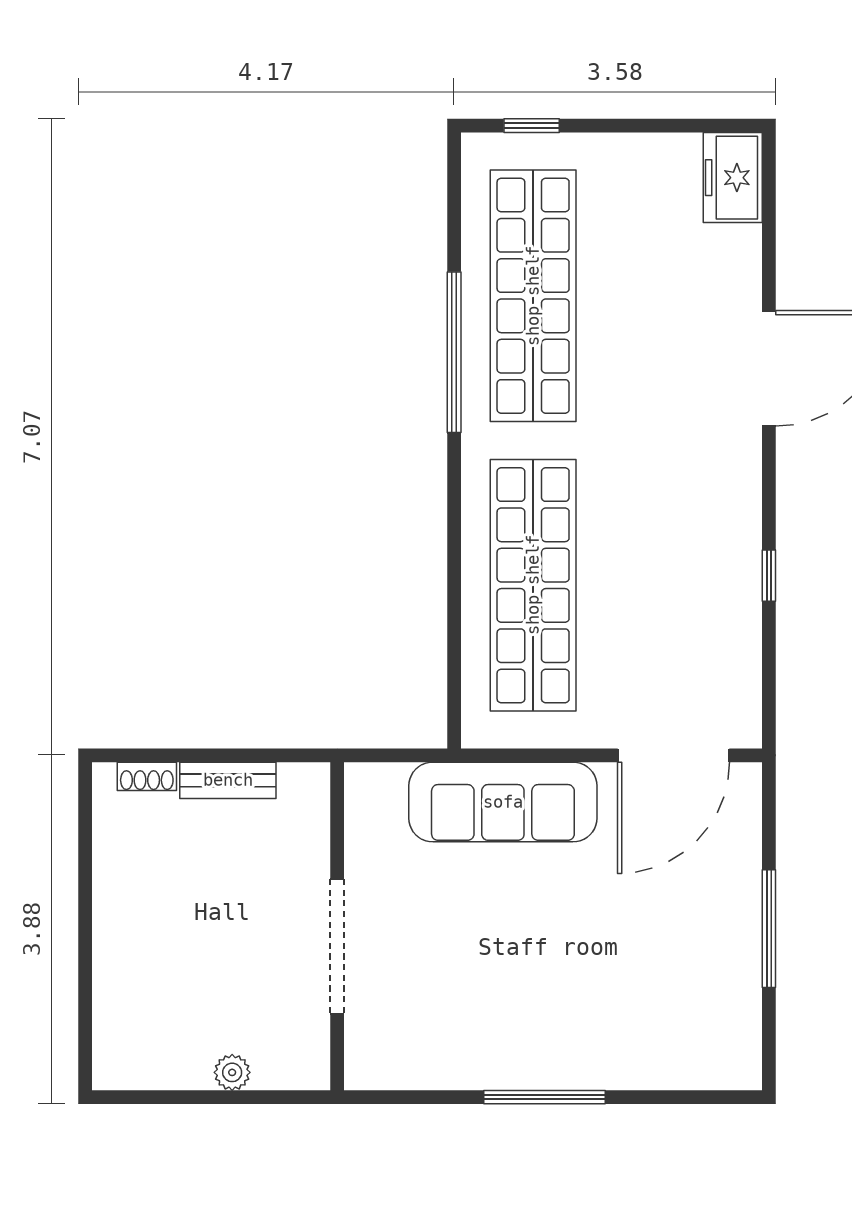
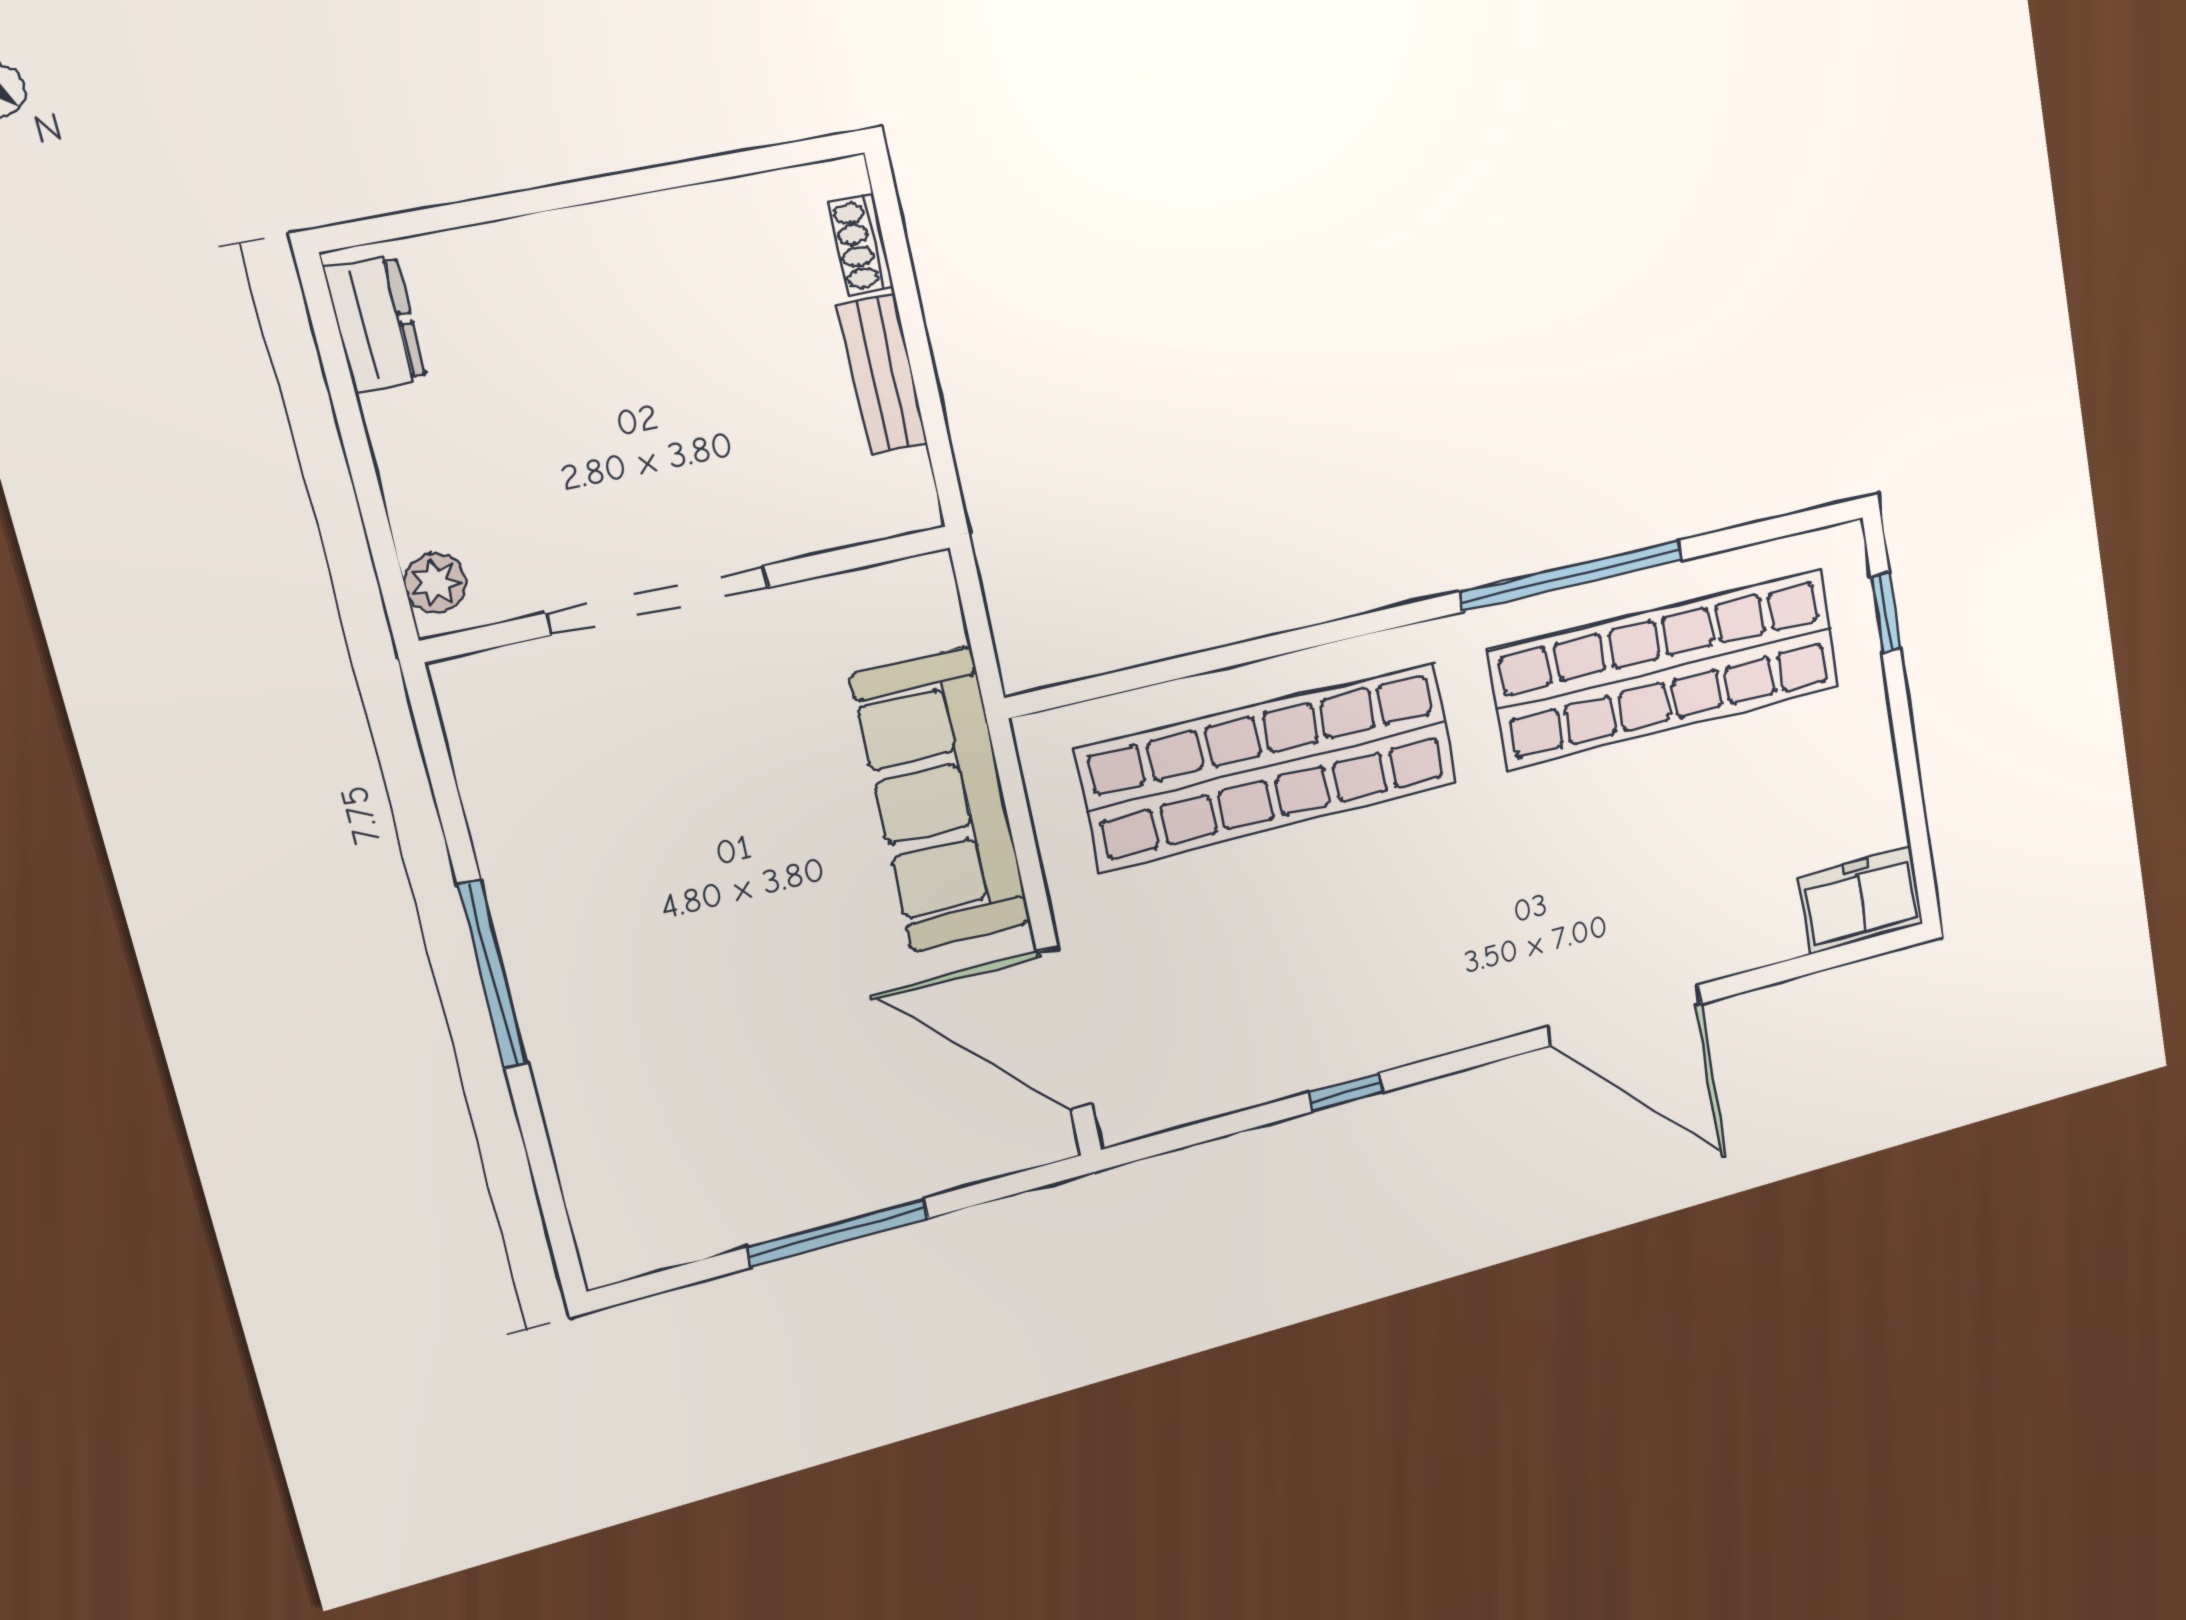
dresser: (139, 1069) -> (375, 324), added
plant: (232, 1072) -> (436, 583), moved

